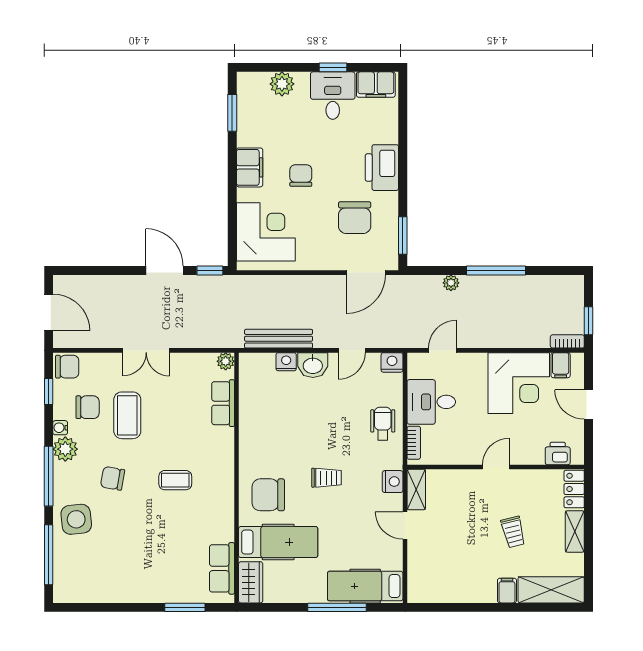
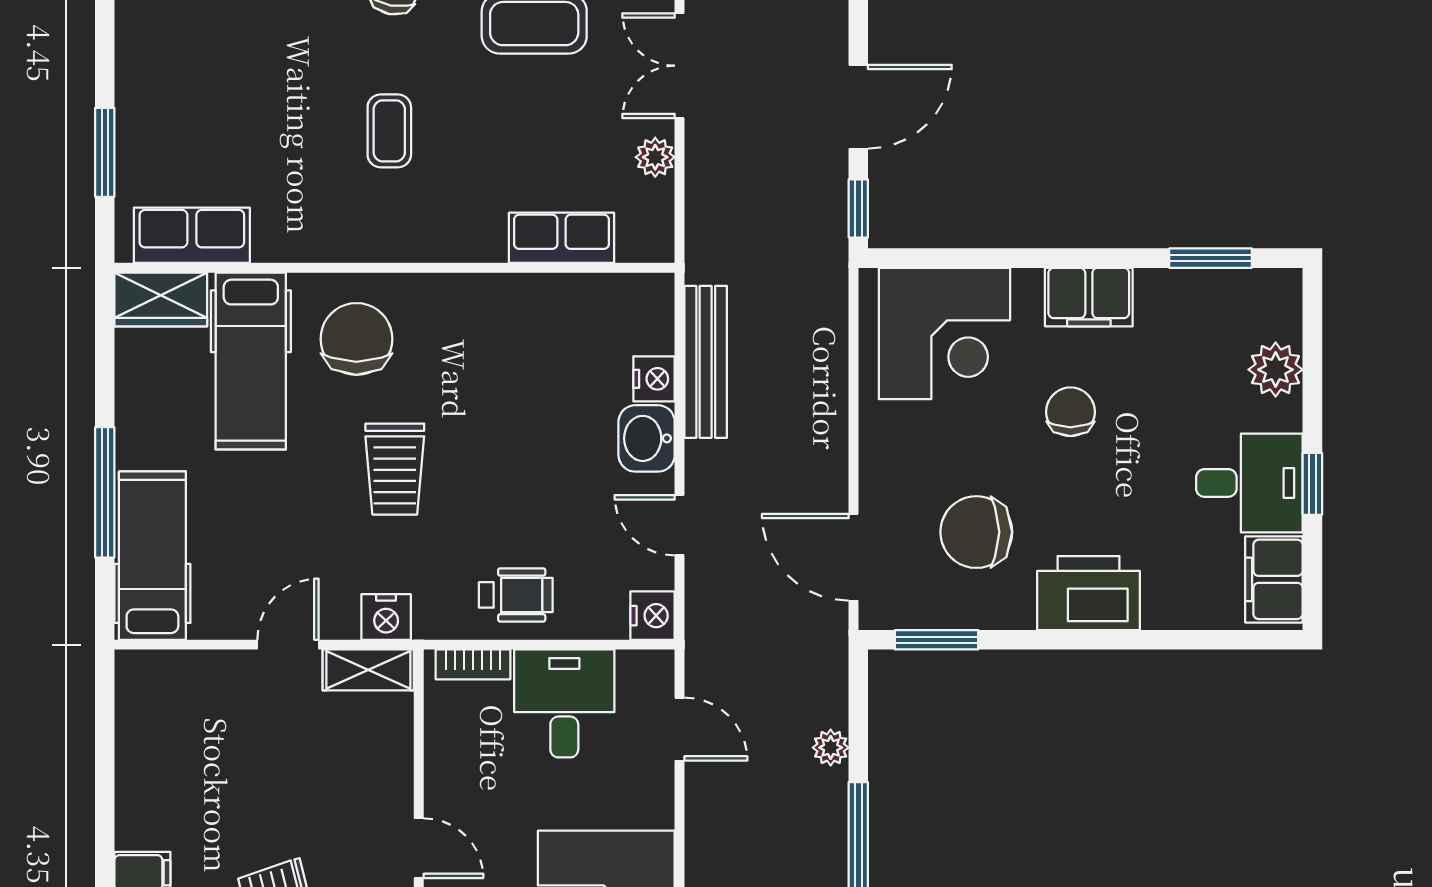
chair: (301, 176) -> (1070, 412), turned -90
plant: (226, 361) -> (655, 157), moved
trolley: (326, 478) -> (395, 469), width x1.36, depth x1.39

